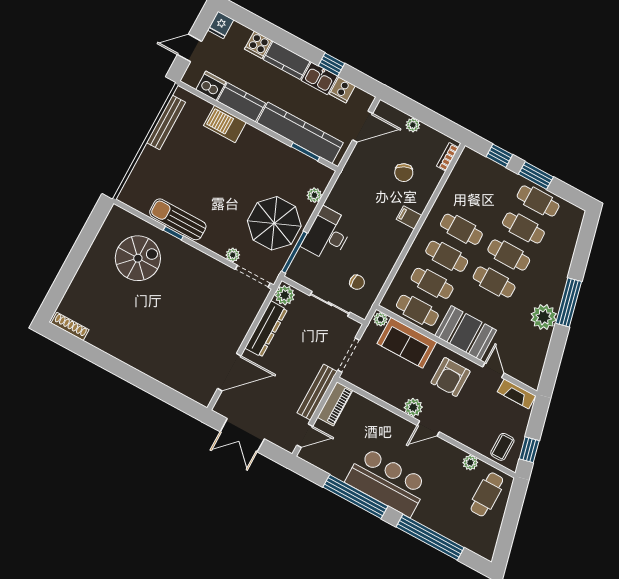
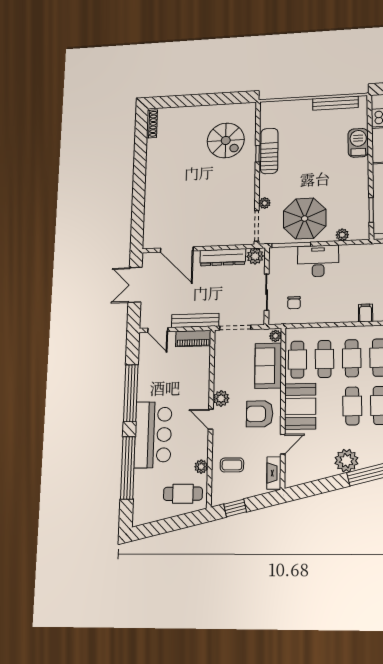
coffee table: (502, 447) -> (232, 465), moved
bar counter: (387, 482) -> (153, 435), moved

